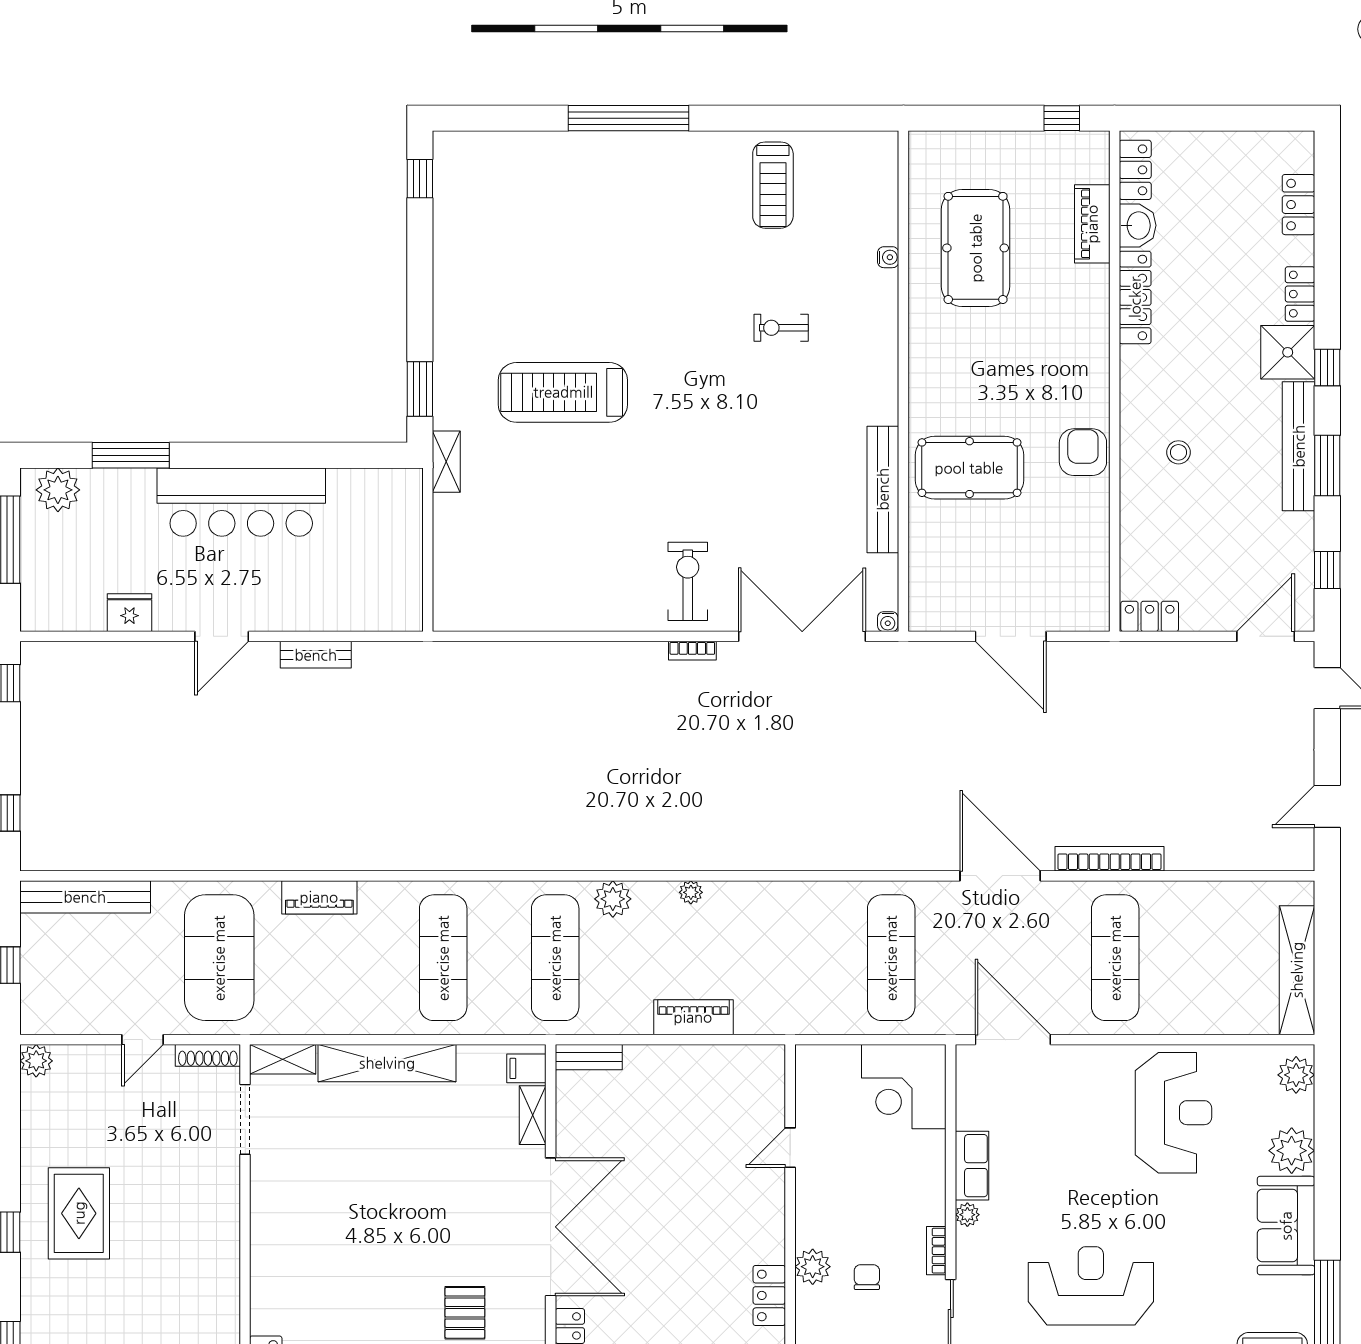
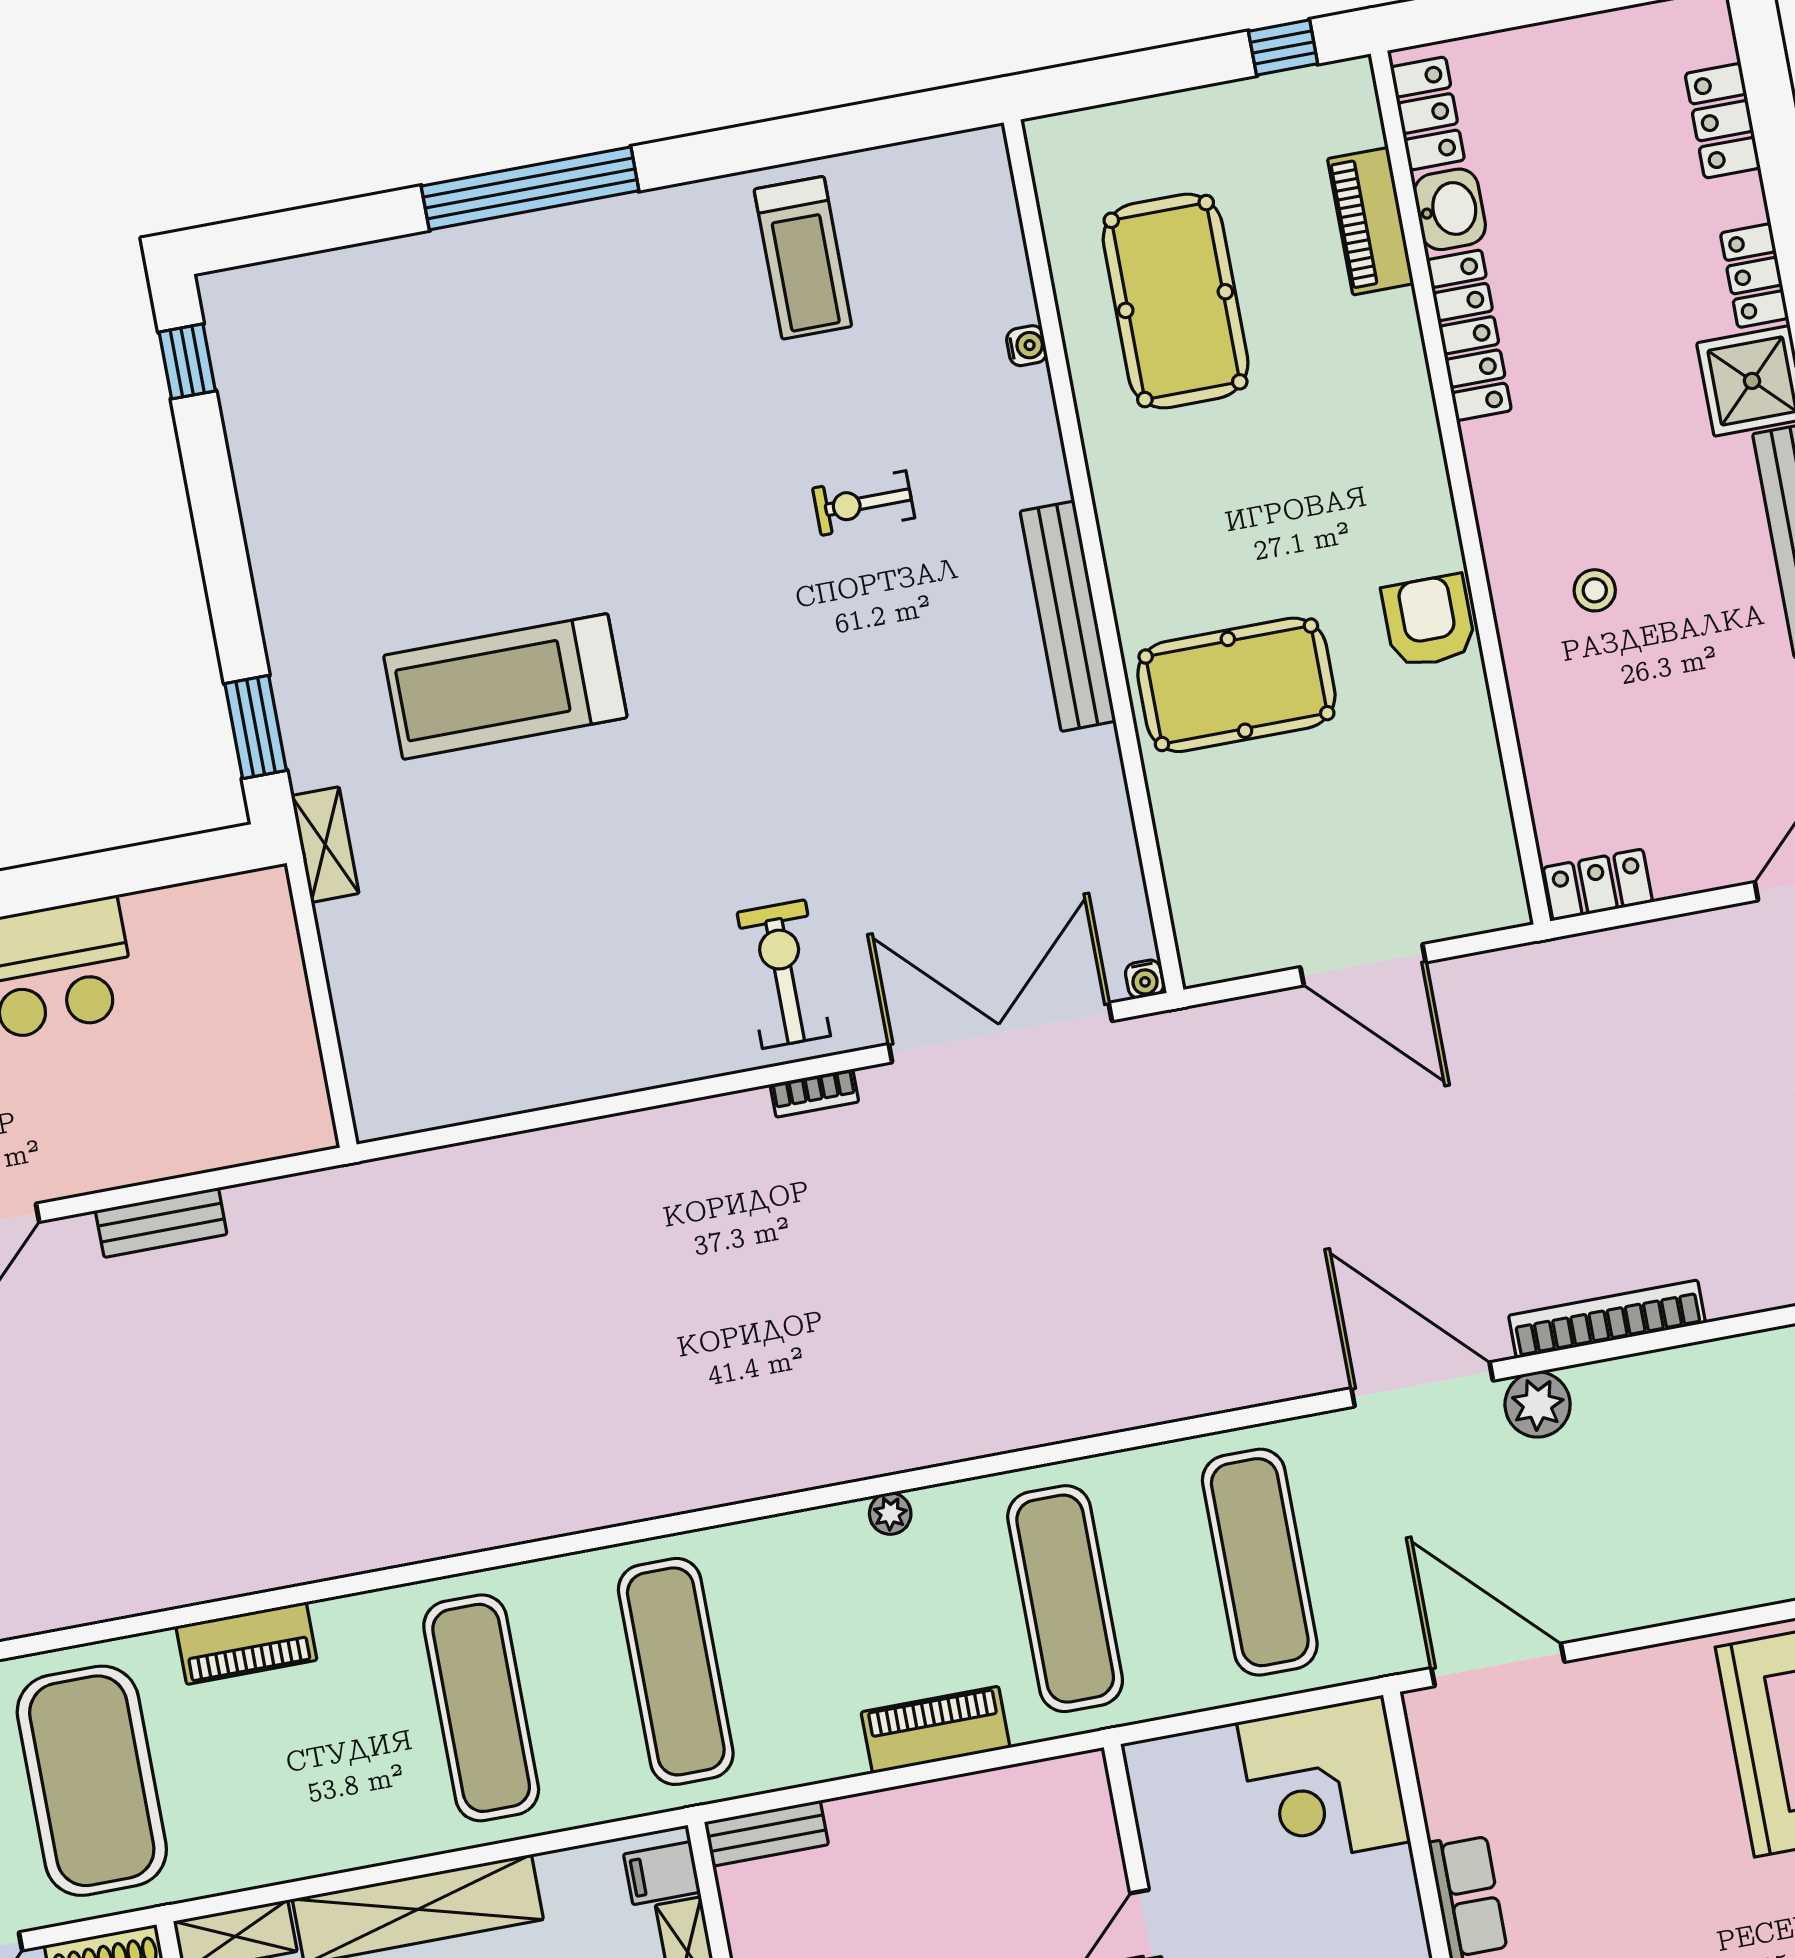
bench: (883, 489) -> (1068, 616), moved
plant: (613, 899) -> (1538, 1404), moved
exercise mat: (1115, 958) -> (1065, 1599), moved

